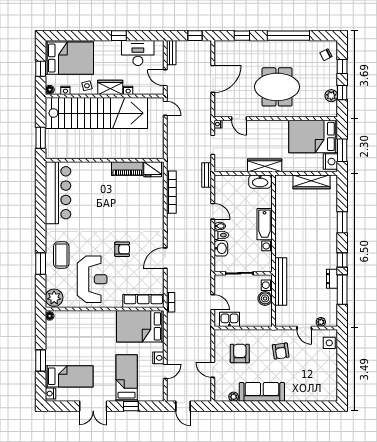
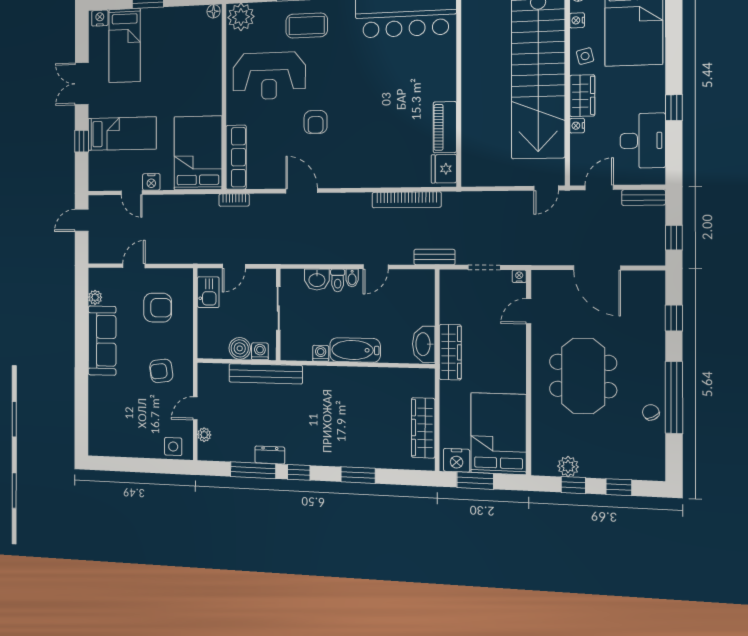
chair: (326, 55) -> (651, 412), moved

